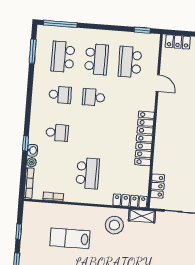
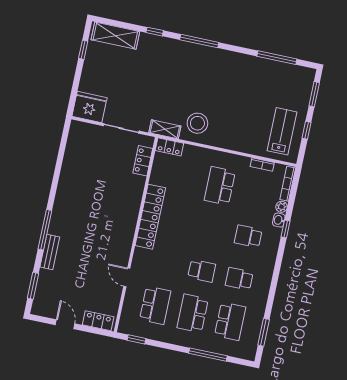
window: (60, 24) -> (208, 355), moved
locker: (130, 201) -> (169, 147), width x0.66
lab bench: (70, 238) -> (282, 131), moved, turned -90

